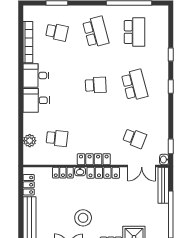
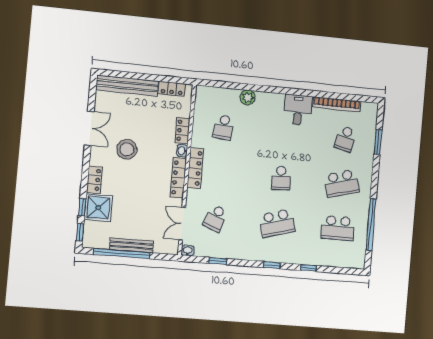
desk: (36, 100) -> (269, 107), removed
plant: (30, 141) -> (248, 97), moved
window: (171, 146) -> (218, 261), moved
bench: (163, 185) -> (131, 245), moved

